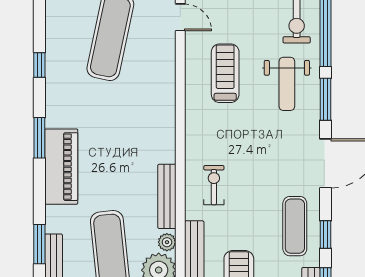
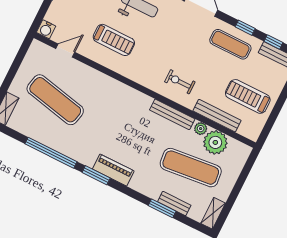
window: (39, 65) -> (51, 153), width x3.17
treadmill: (225, 73) -> (114, 40), turned 180
piano: (61, 167) -> (113, 170), width x0.73, depth x0.75

